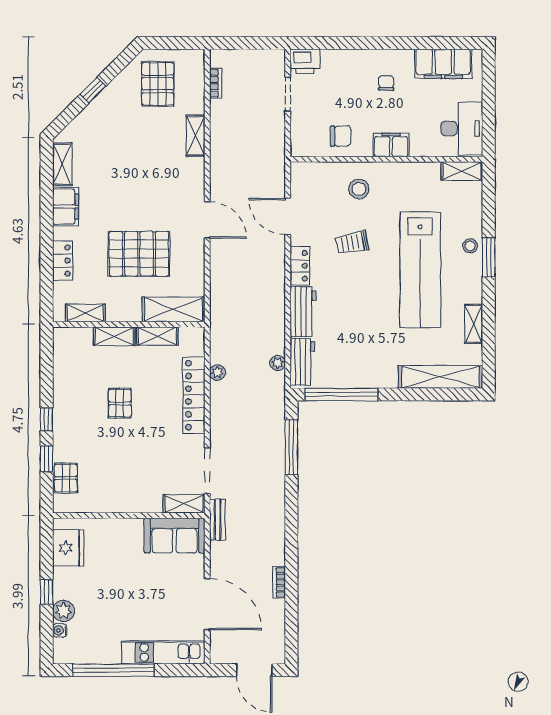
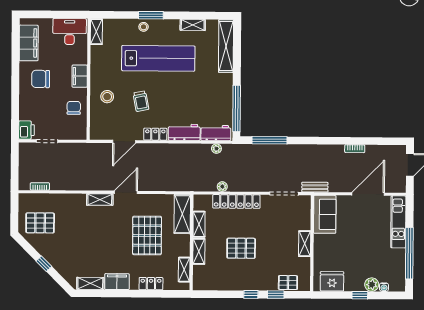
chair: (386, 83) -> (41, 79), width x1.87, depth x1.87
shelving: (195, 136) -> (100, 200), moved
pallet: (120, 403) -> (241, 248), width x1.50, depth x1.42
shelving: (184, 504) -> (305, 244), moved

